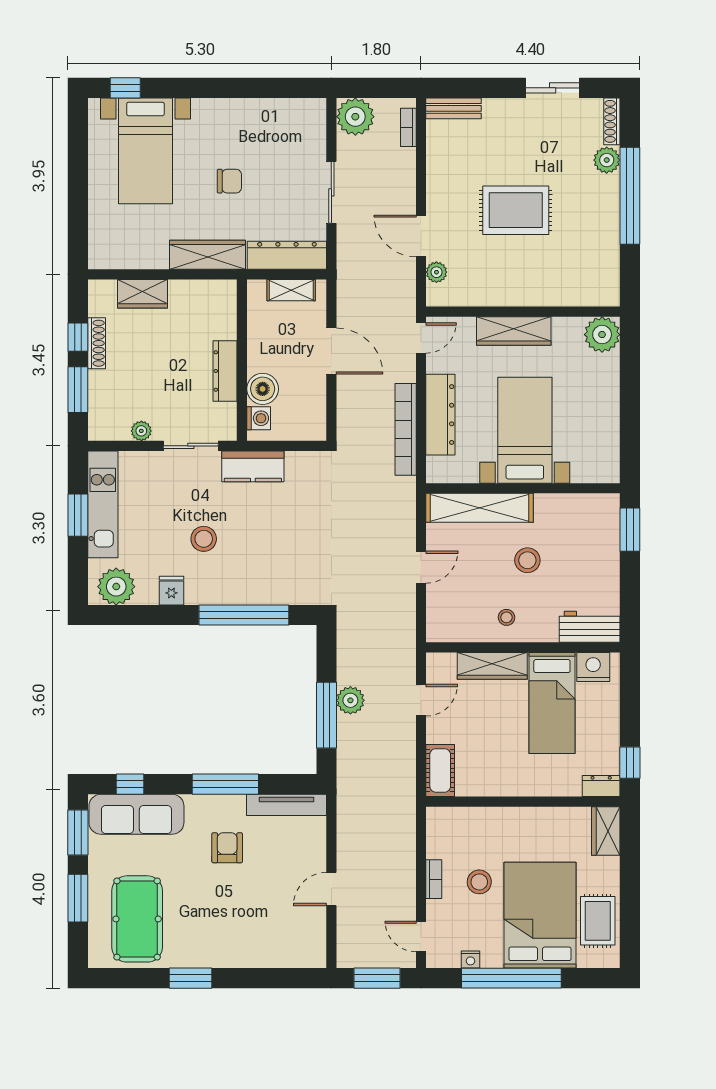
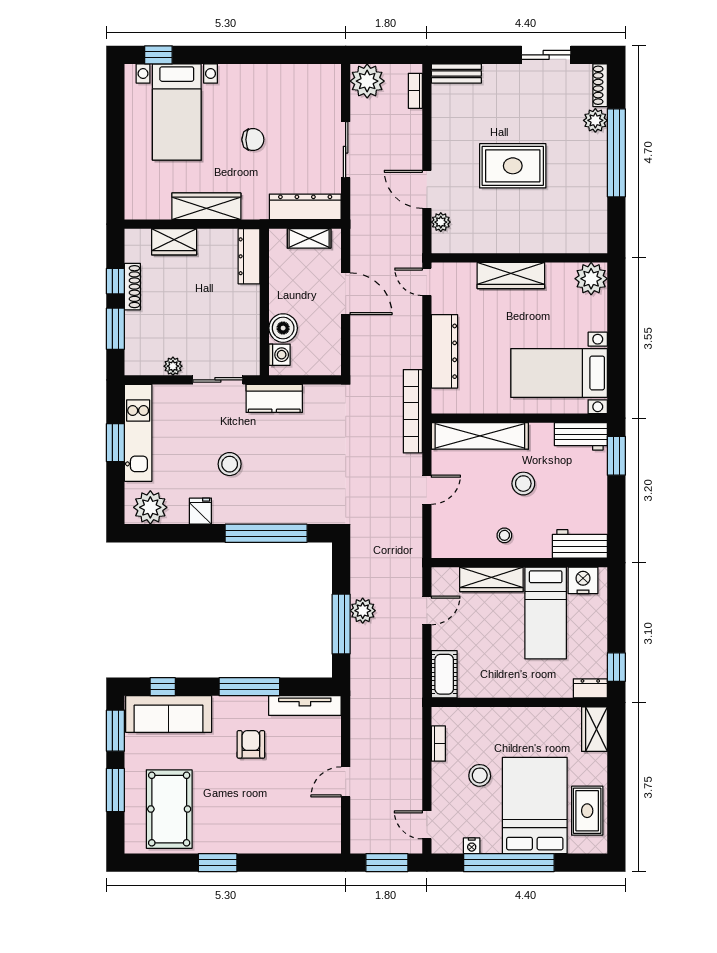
wardrobe: (207, 255) -> (206, 206), moved
door: (421, 338) -> (427, 282), swing flipped
dresser: (225, 371) -> (249, 256), moved
bookcase: (406, 429) -> (413, 411), moved
bed with nightstands: (525, 430) -> (559, 373), moved, turned -90
workbench: (591, 508) -> (581, 436), added
bookcase: (434, 879) -> (438, 744), moved

